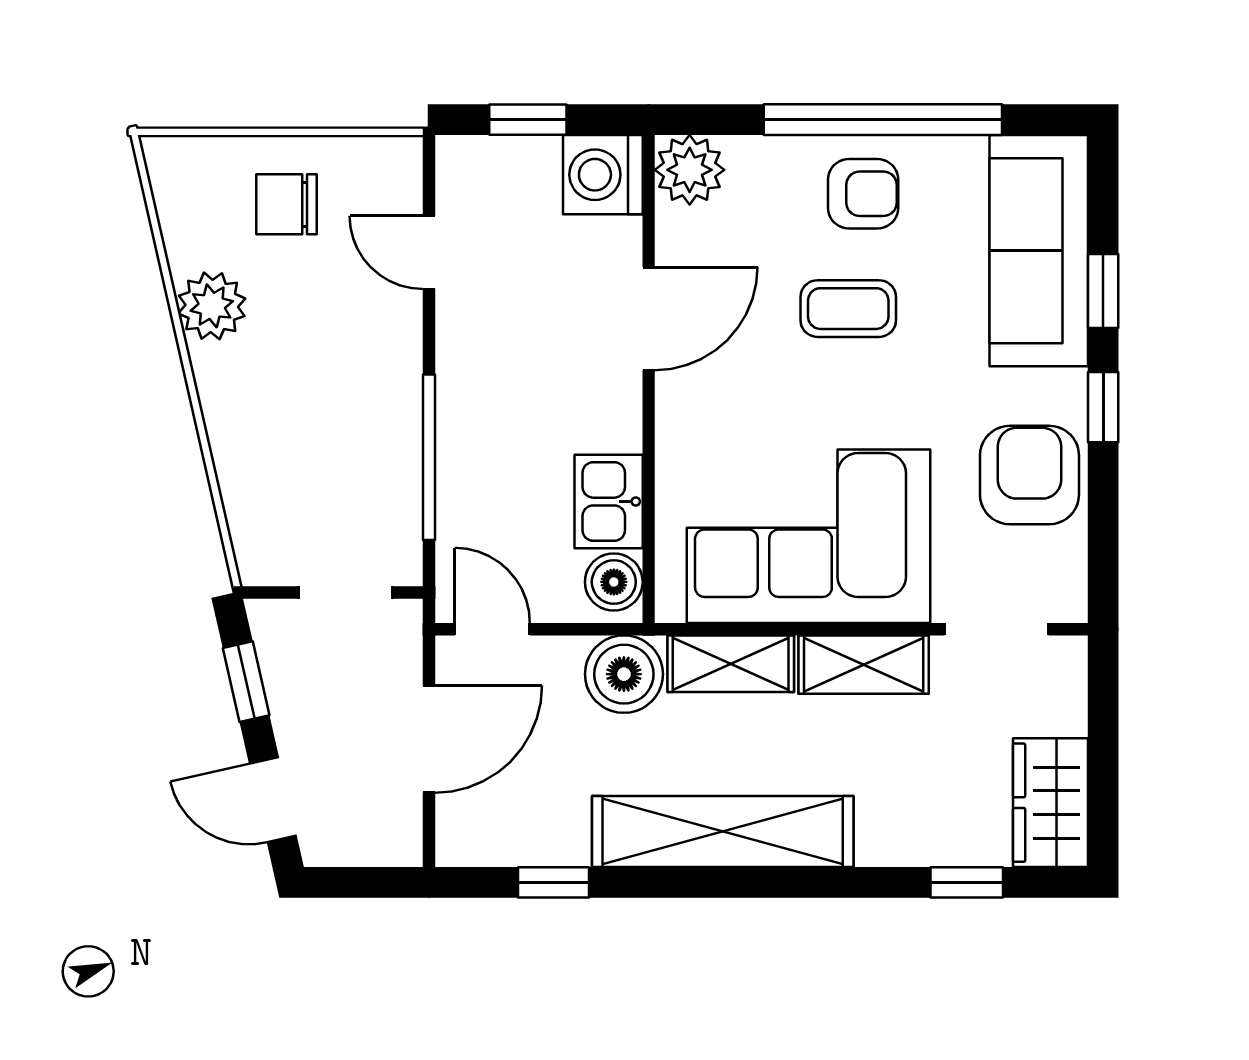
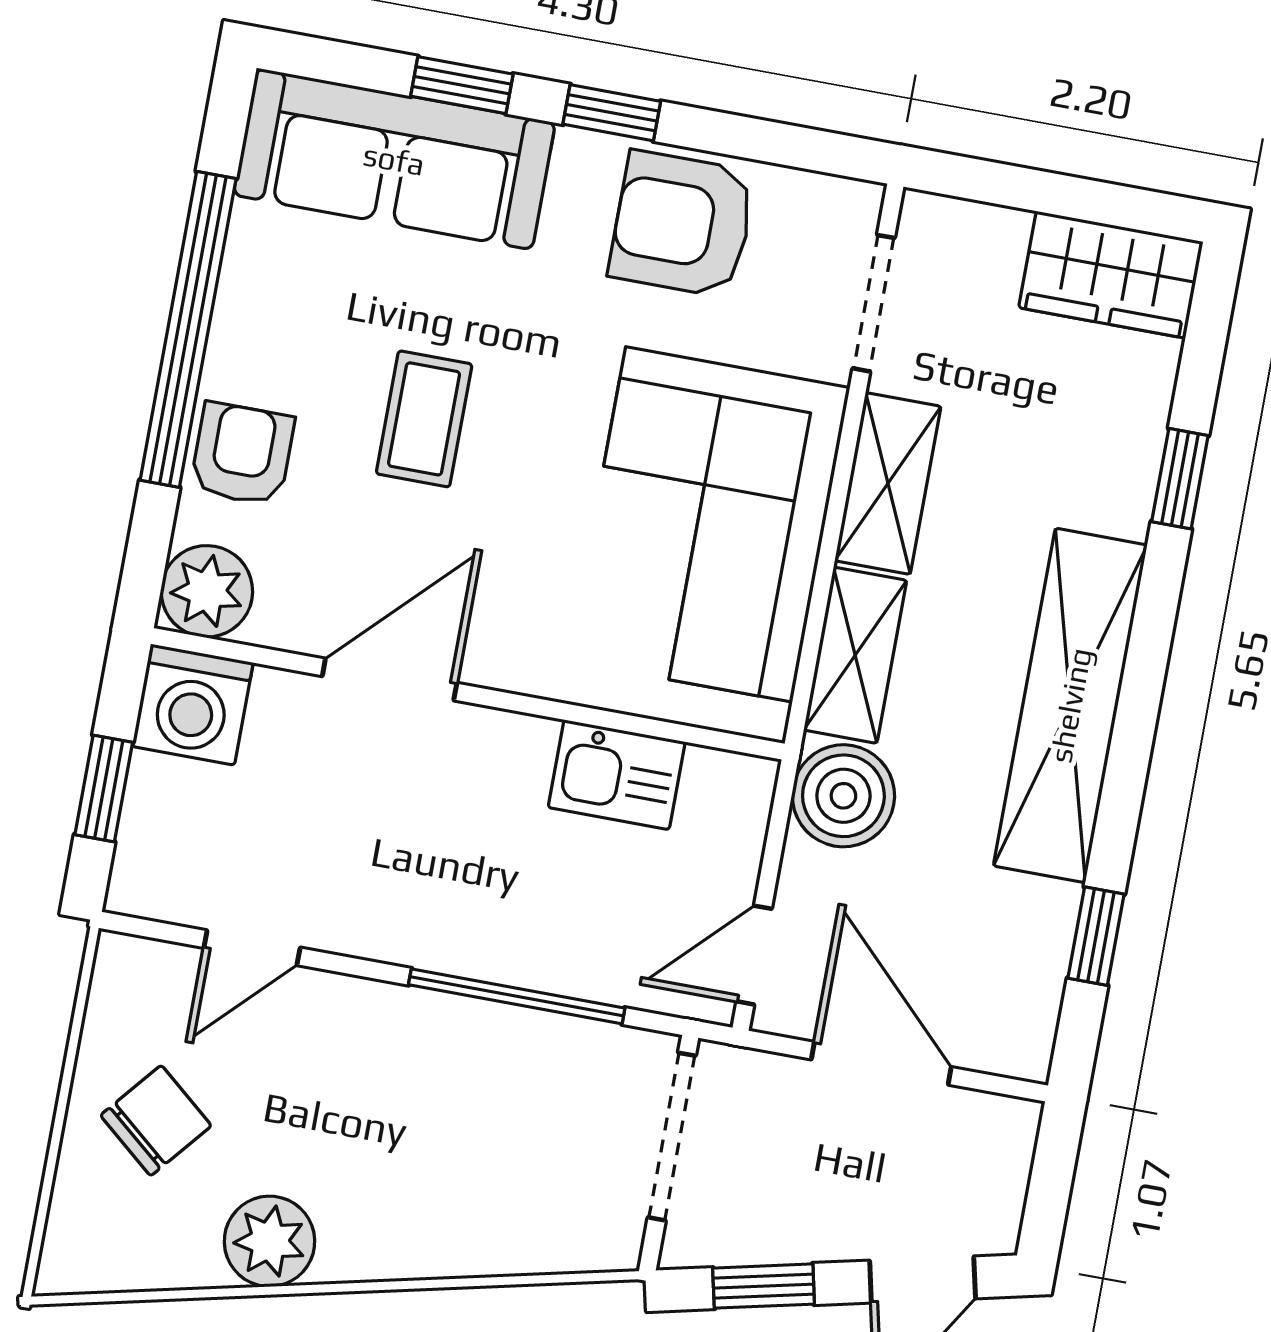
armchair: (863, 194) -> (242, 454), moved
chair: (287, 204) -> (156, 1121), turned -140
door: (649, 319) -> (390, 679), hinge flipped
boiler: (614, 582) -> (722, 787), removed
doorway: (345, 593) -> (672, 1137), width x1.38
window: (967, 882) -> (1180, 479), moved

